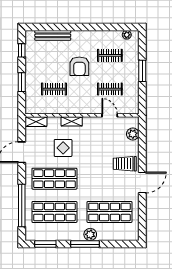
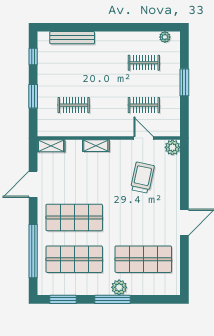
armchair: (79, 66) -> (106, 76), removed
plant: (133, 134) -> (172, 147), moved
display table: (63, 148) -> (85, 179), removed
trolley: (125, 164) -> (142, 178), moved, turned 102

